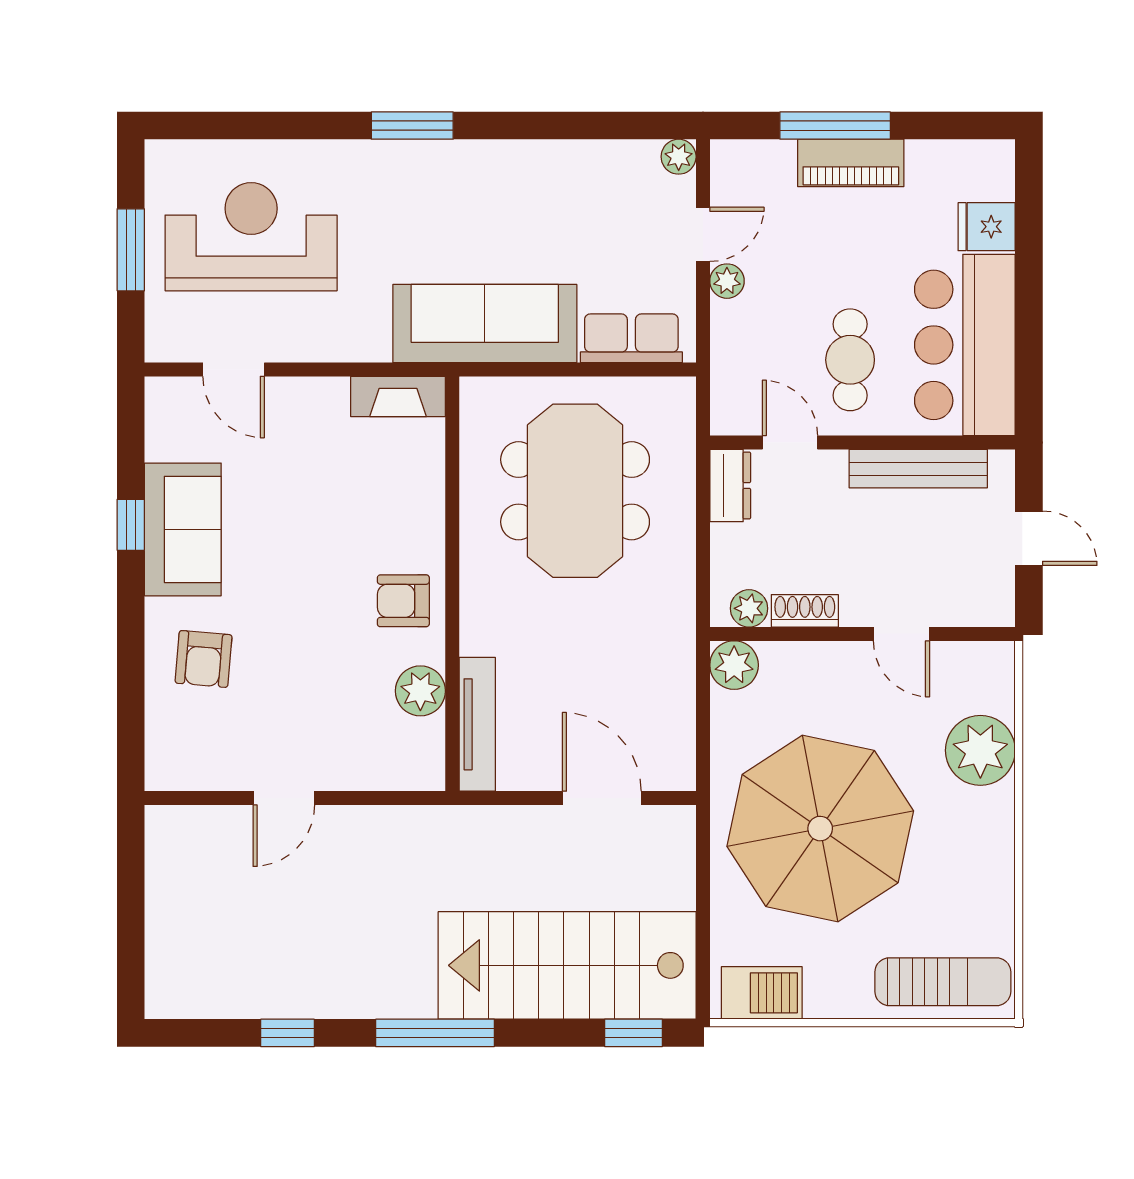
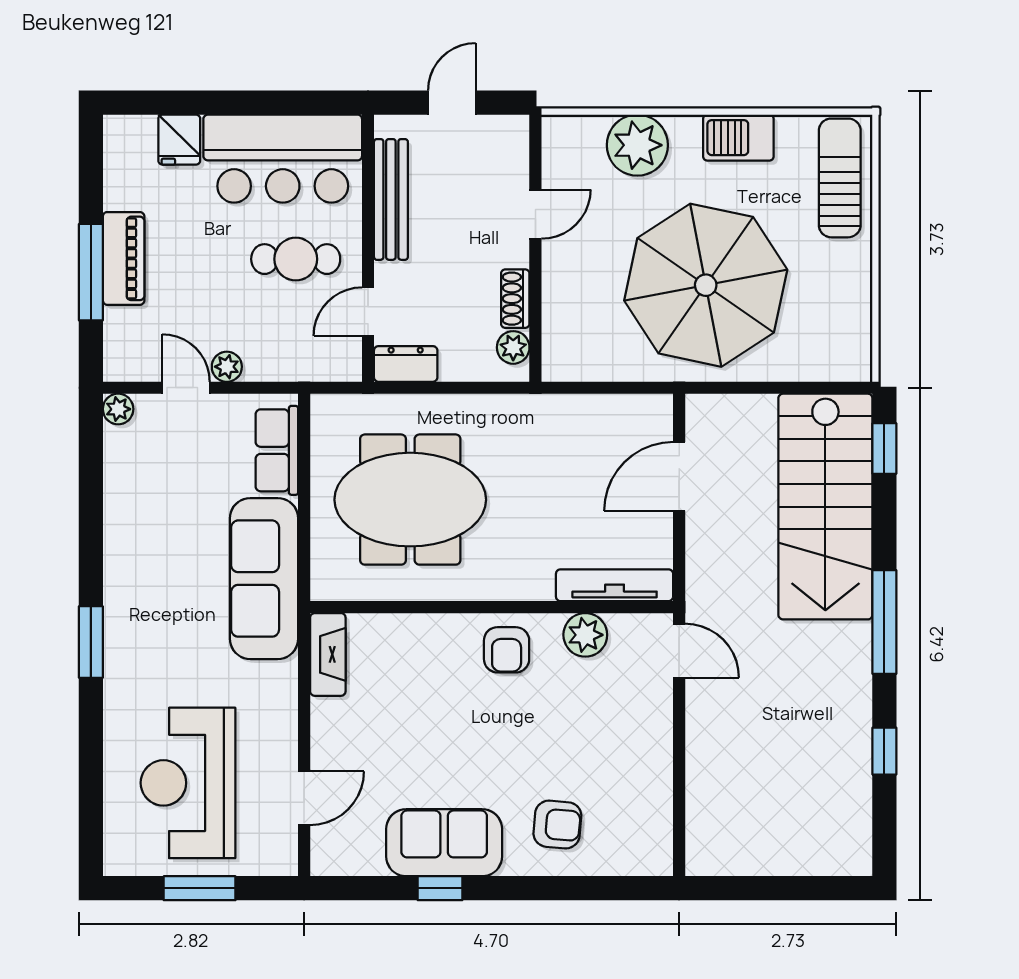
plant: (734, 665) -> (563, 361), removed
door: (284, 798) -> (679, 651), moved
barbecue: (762, 993) -> (738, 138), moved, turned -90

